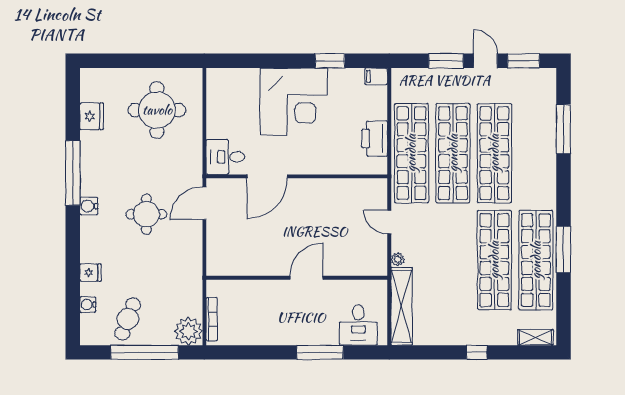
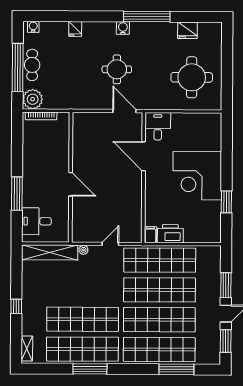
filing cabinet: (376, 76) -> (150, 235), moved
shop shelf: (536, 153) -> (159, 349), added
water cooler: (88, 305) -> (33, 27), moved
cafe table: (128, 319) -> (32, 65), moved, turned 69

